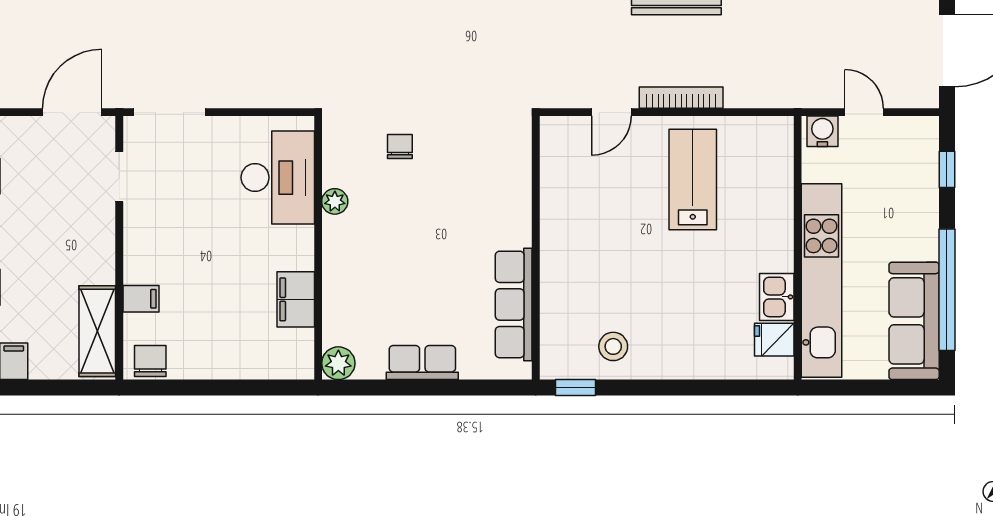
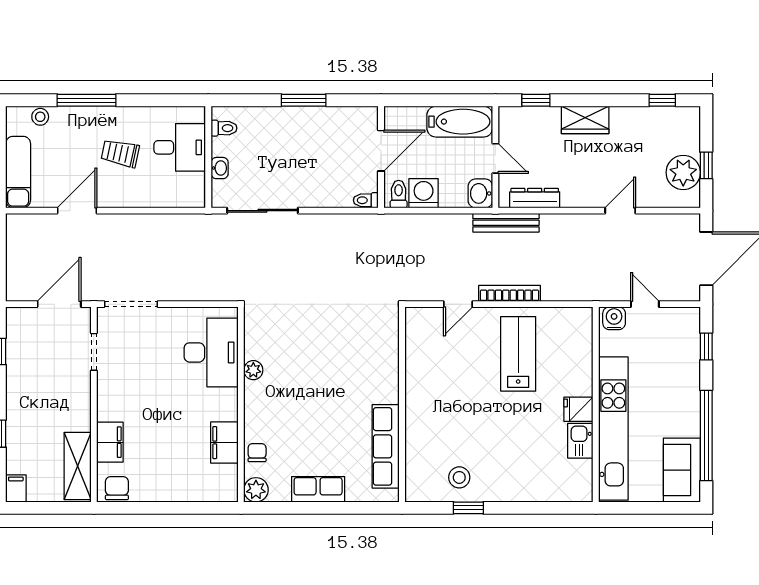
chair: (400, 146) -> (257, 453), moved
filing cabinet: (141, 299) -> (110, 442), width x2.00
sofa: (914, 321) -> (682, 470), width x0.73
fridge: (774, 340) -> (578, 409), moved
window: (576, 388) -> (468, 508), moved

